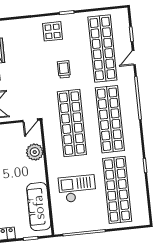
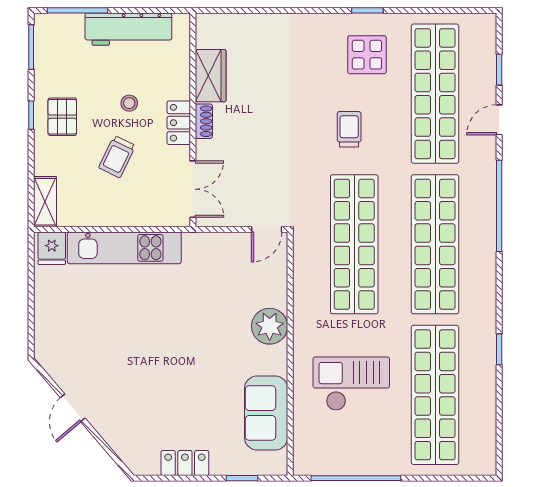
display table: (53, 31) -> (367, 55), moved
plant: (35, 152) -> (270, 326), moved
sofa: (39, 207) -> (266, 413), width x0.73

